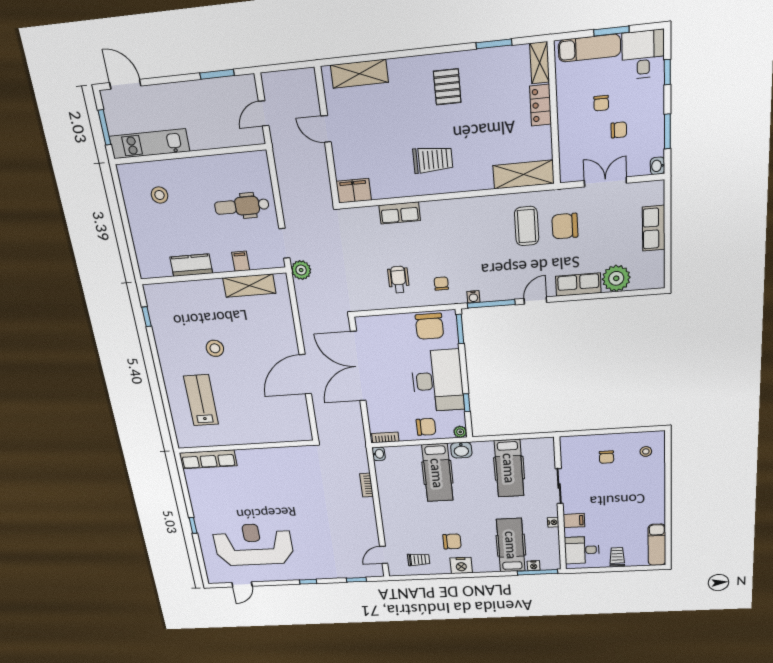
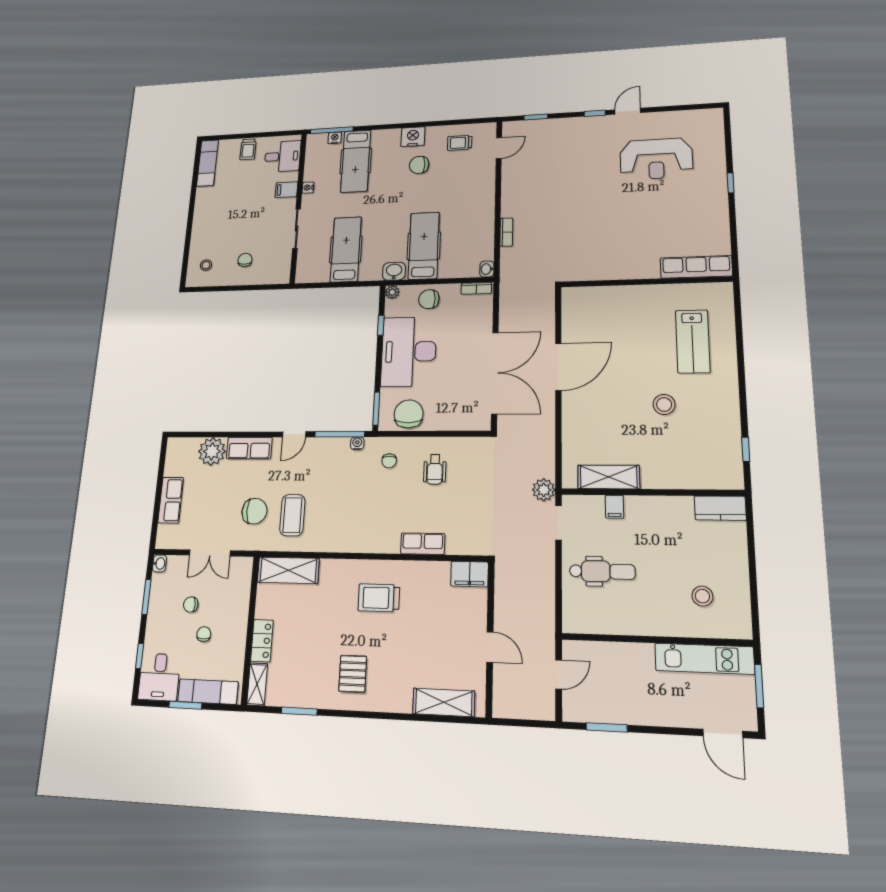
kitchen counter: (191, 265) -> (720, 508), moved
reception desk: (253, 545) -> (656, 159), width x0.74, depth x0.77
door: (242, 584) -> (628, 111), moved

